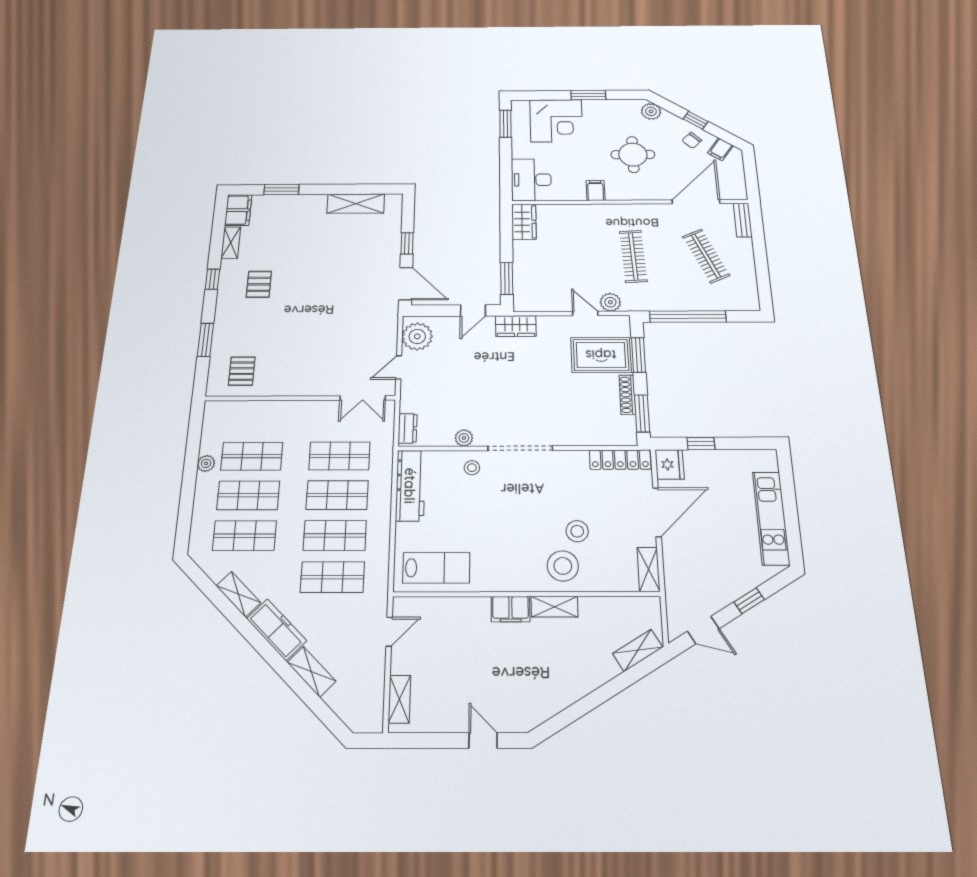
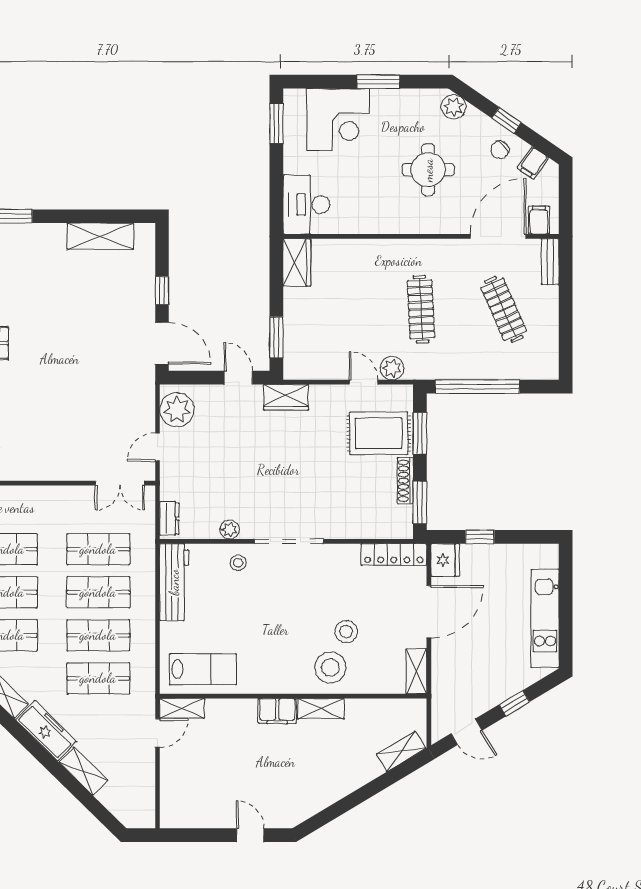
filing cabinet: (596, 191) -> (539, 220), moved
door: (473, 310) -> (238, 378), swing flipped
shelving: (399, 699) -> (182, 708), moved, turned 90

